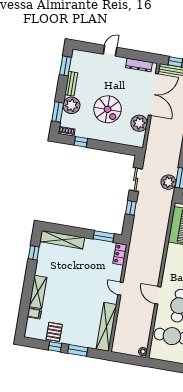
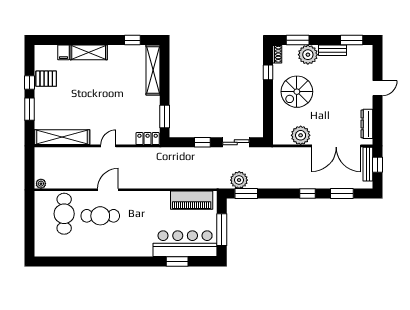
door: (110, 51) -> (378, 88), hinge flipped
spiral stairs: (108, 109) -> (297, 92), moved

